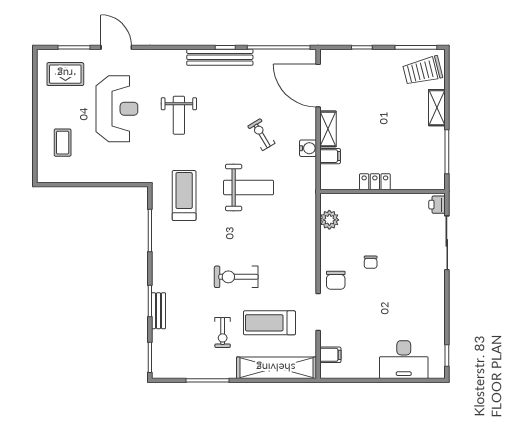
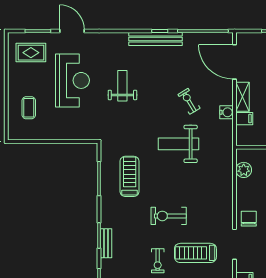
weight bench: (179, 115) -> (122, 86), turned 180
weight bench: (249, 188) -> (179, 144), turned 180
treadmill: (184, 196) -> (130, 176), moved
chair: (336, 280) -> (249, 219), turned 180

